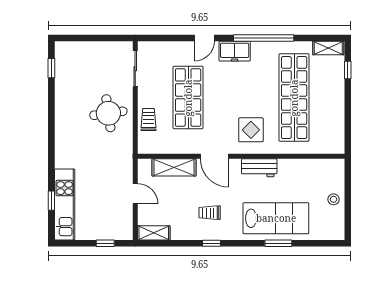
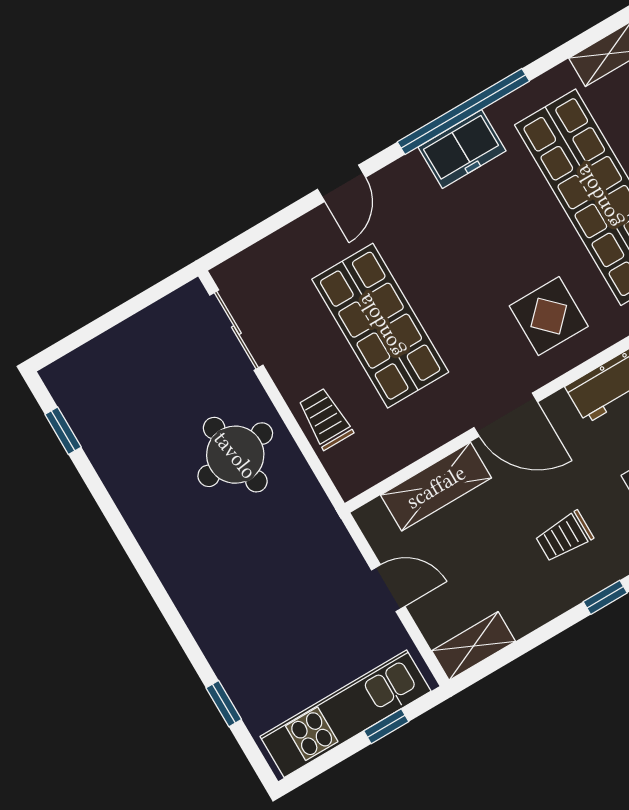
freezer: (235, 51) -> (462, 149), moved
kitchen unit: (65, 204) -> (345, 714), moved, turned -90

